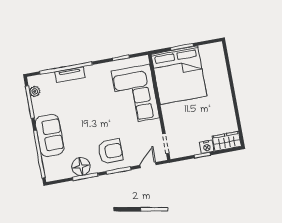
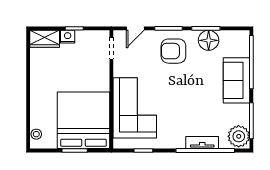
stool: (219, 55) -> (36, 134), added
plant: (35, 91) -> (239, 136), width x1.87, depth x1.87

